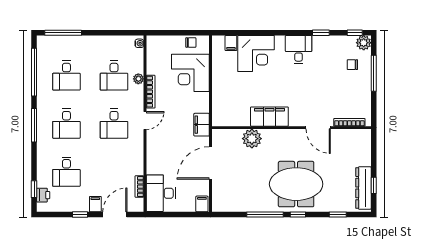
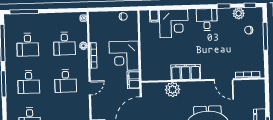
plant: (364, 43) -> (239, 13), moved
corner desk: (190, 73) -> (124, 56), moved
door: (145, 121) -> (90, 88), moved

